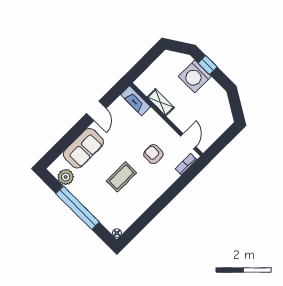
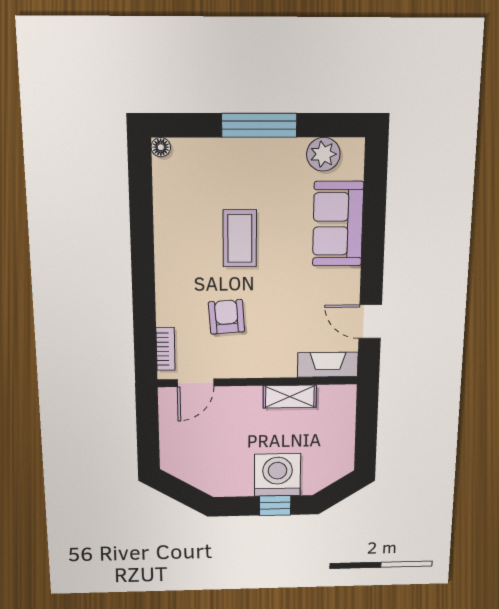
door: (96, 111) -> (370, 322), moved
door: (188, 141) -> (196, 383), hinge flipped
armchair: (153, 154) -> (226, 317), turned -94
window: (78, 208) -> (259, 125), width x0.68

